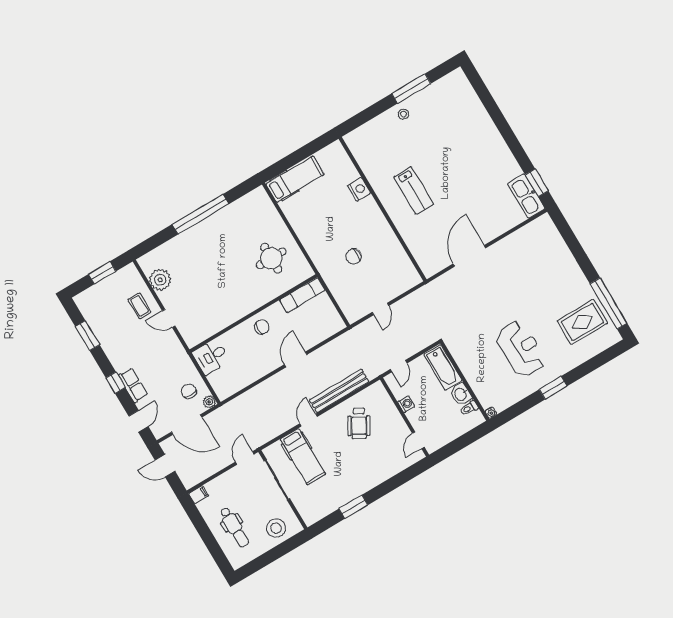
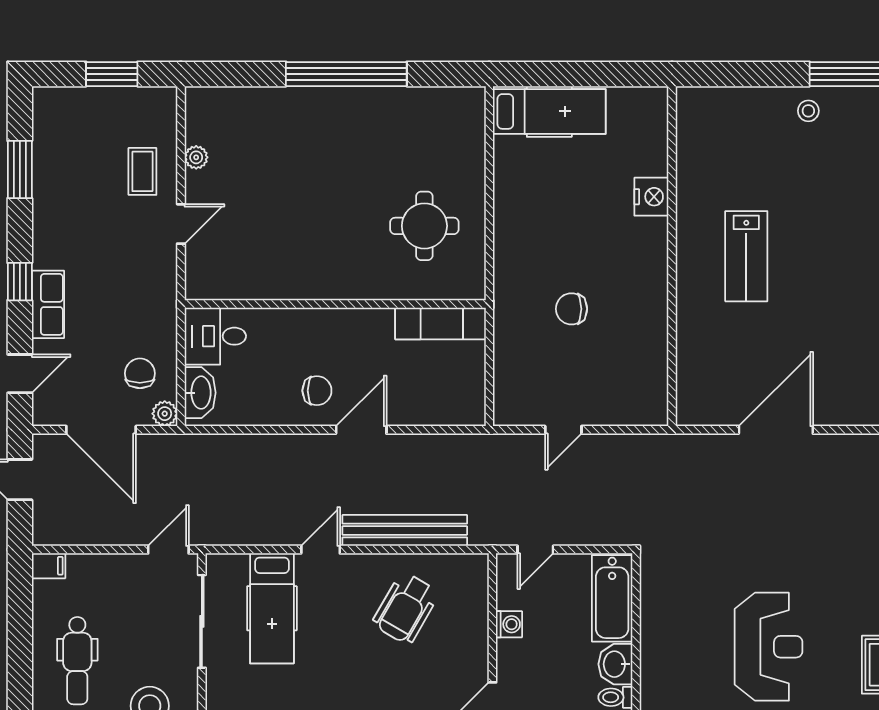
plant: (160, 280) -> (196, 157), width x0.53, depth x0.53
door: (169, 318) -> (181, 224), swing flipped
chair: (262, 327) -> (317, 391), moved
washbasin: (219, 384) -> (200, 393), added

